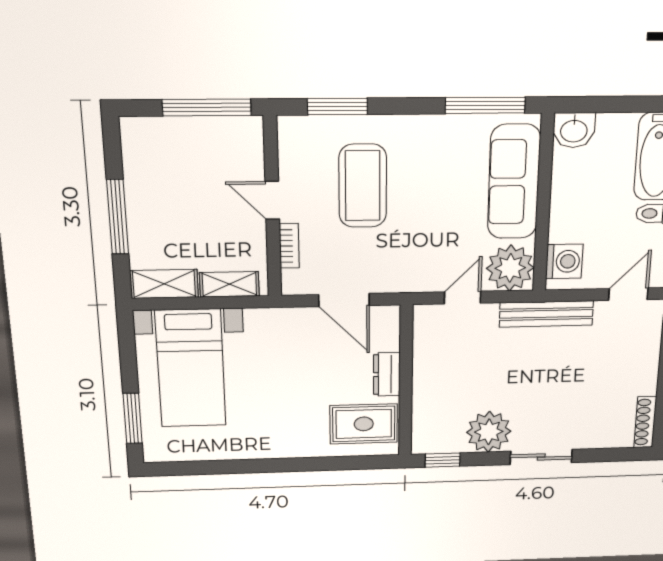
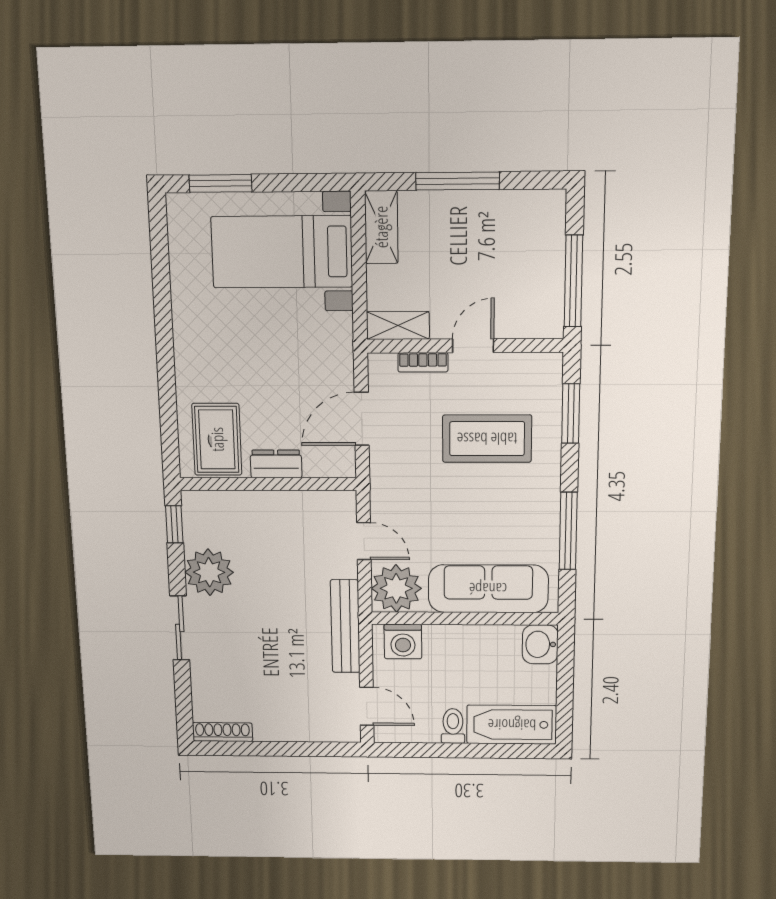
window: (485, 105) -> (568, 531), moved
shelving: (229, 284) -> (398, 325), moved, turned 90

